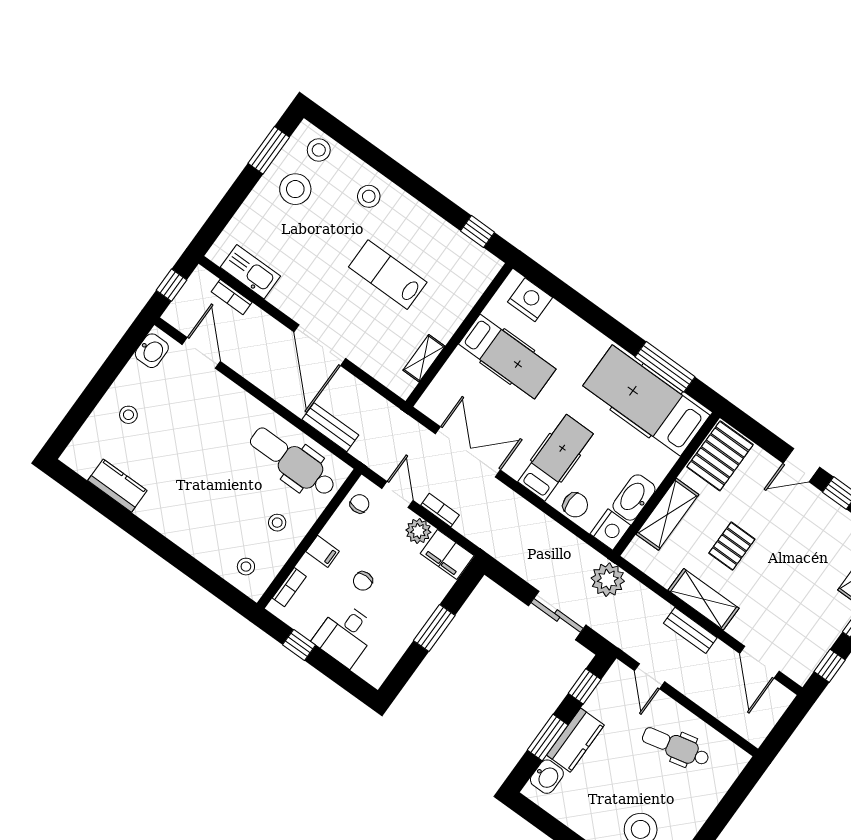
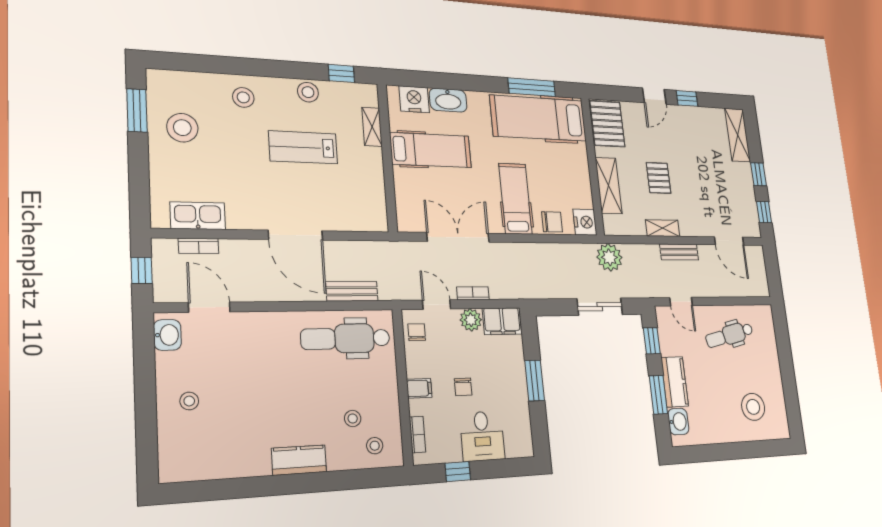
stool: (319, 150) -> (308, 92), moved
shelving: (424, 358) -> (372, 127), moved
kitchen counter: (117, 486) -> (299, 460), moved
washbasin: (634, 498) -> (448, 100), moved, turned -90
stool: (277, 523) -> (353, 419), moved
shelving: (703, 599) -> (663, 228), width x0.67, depth x0.75

